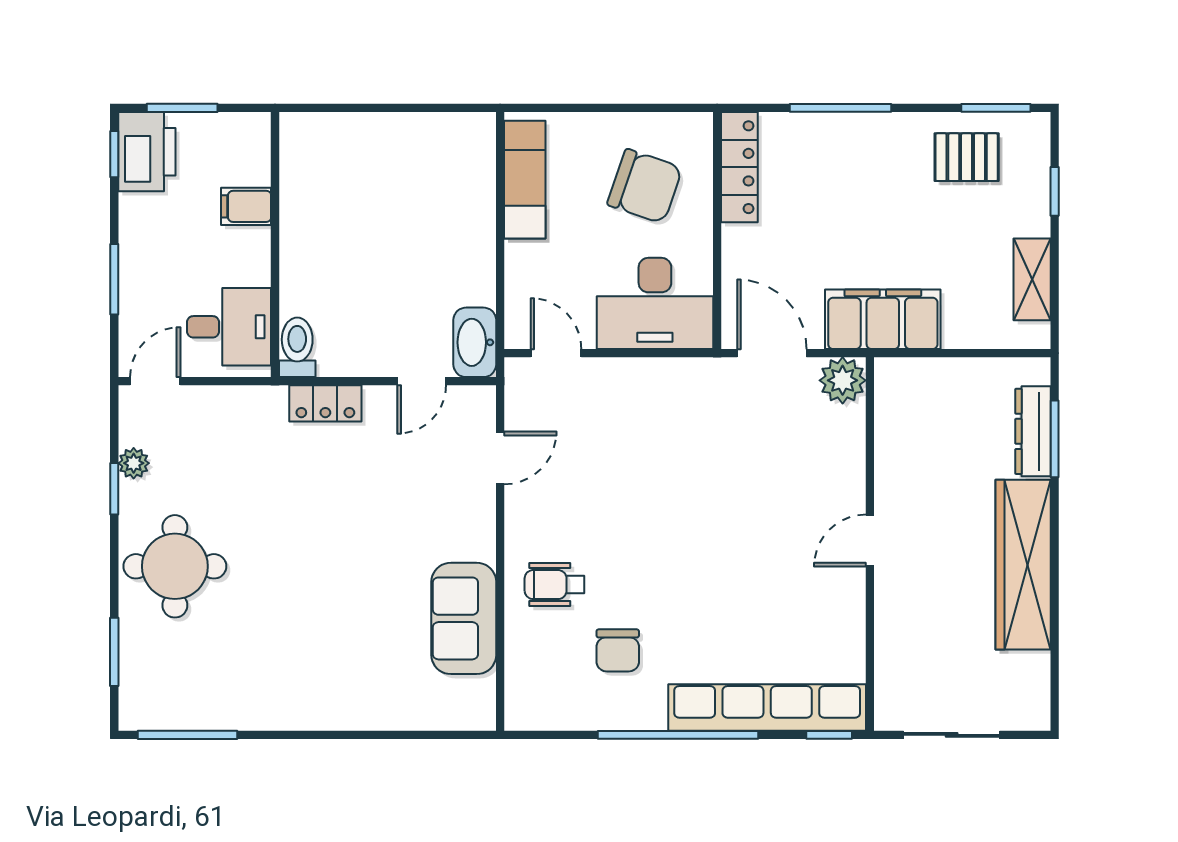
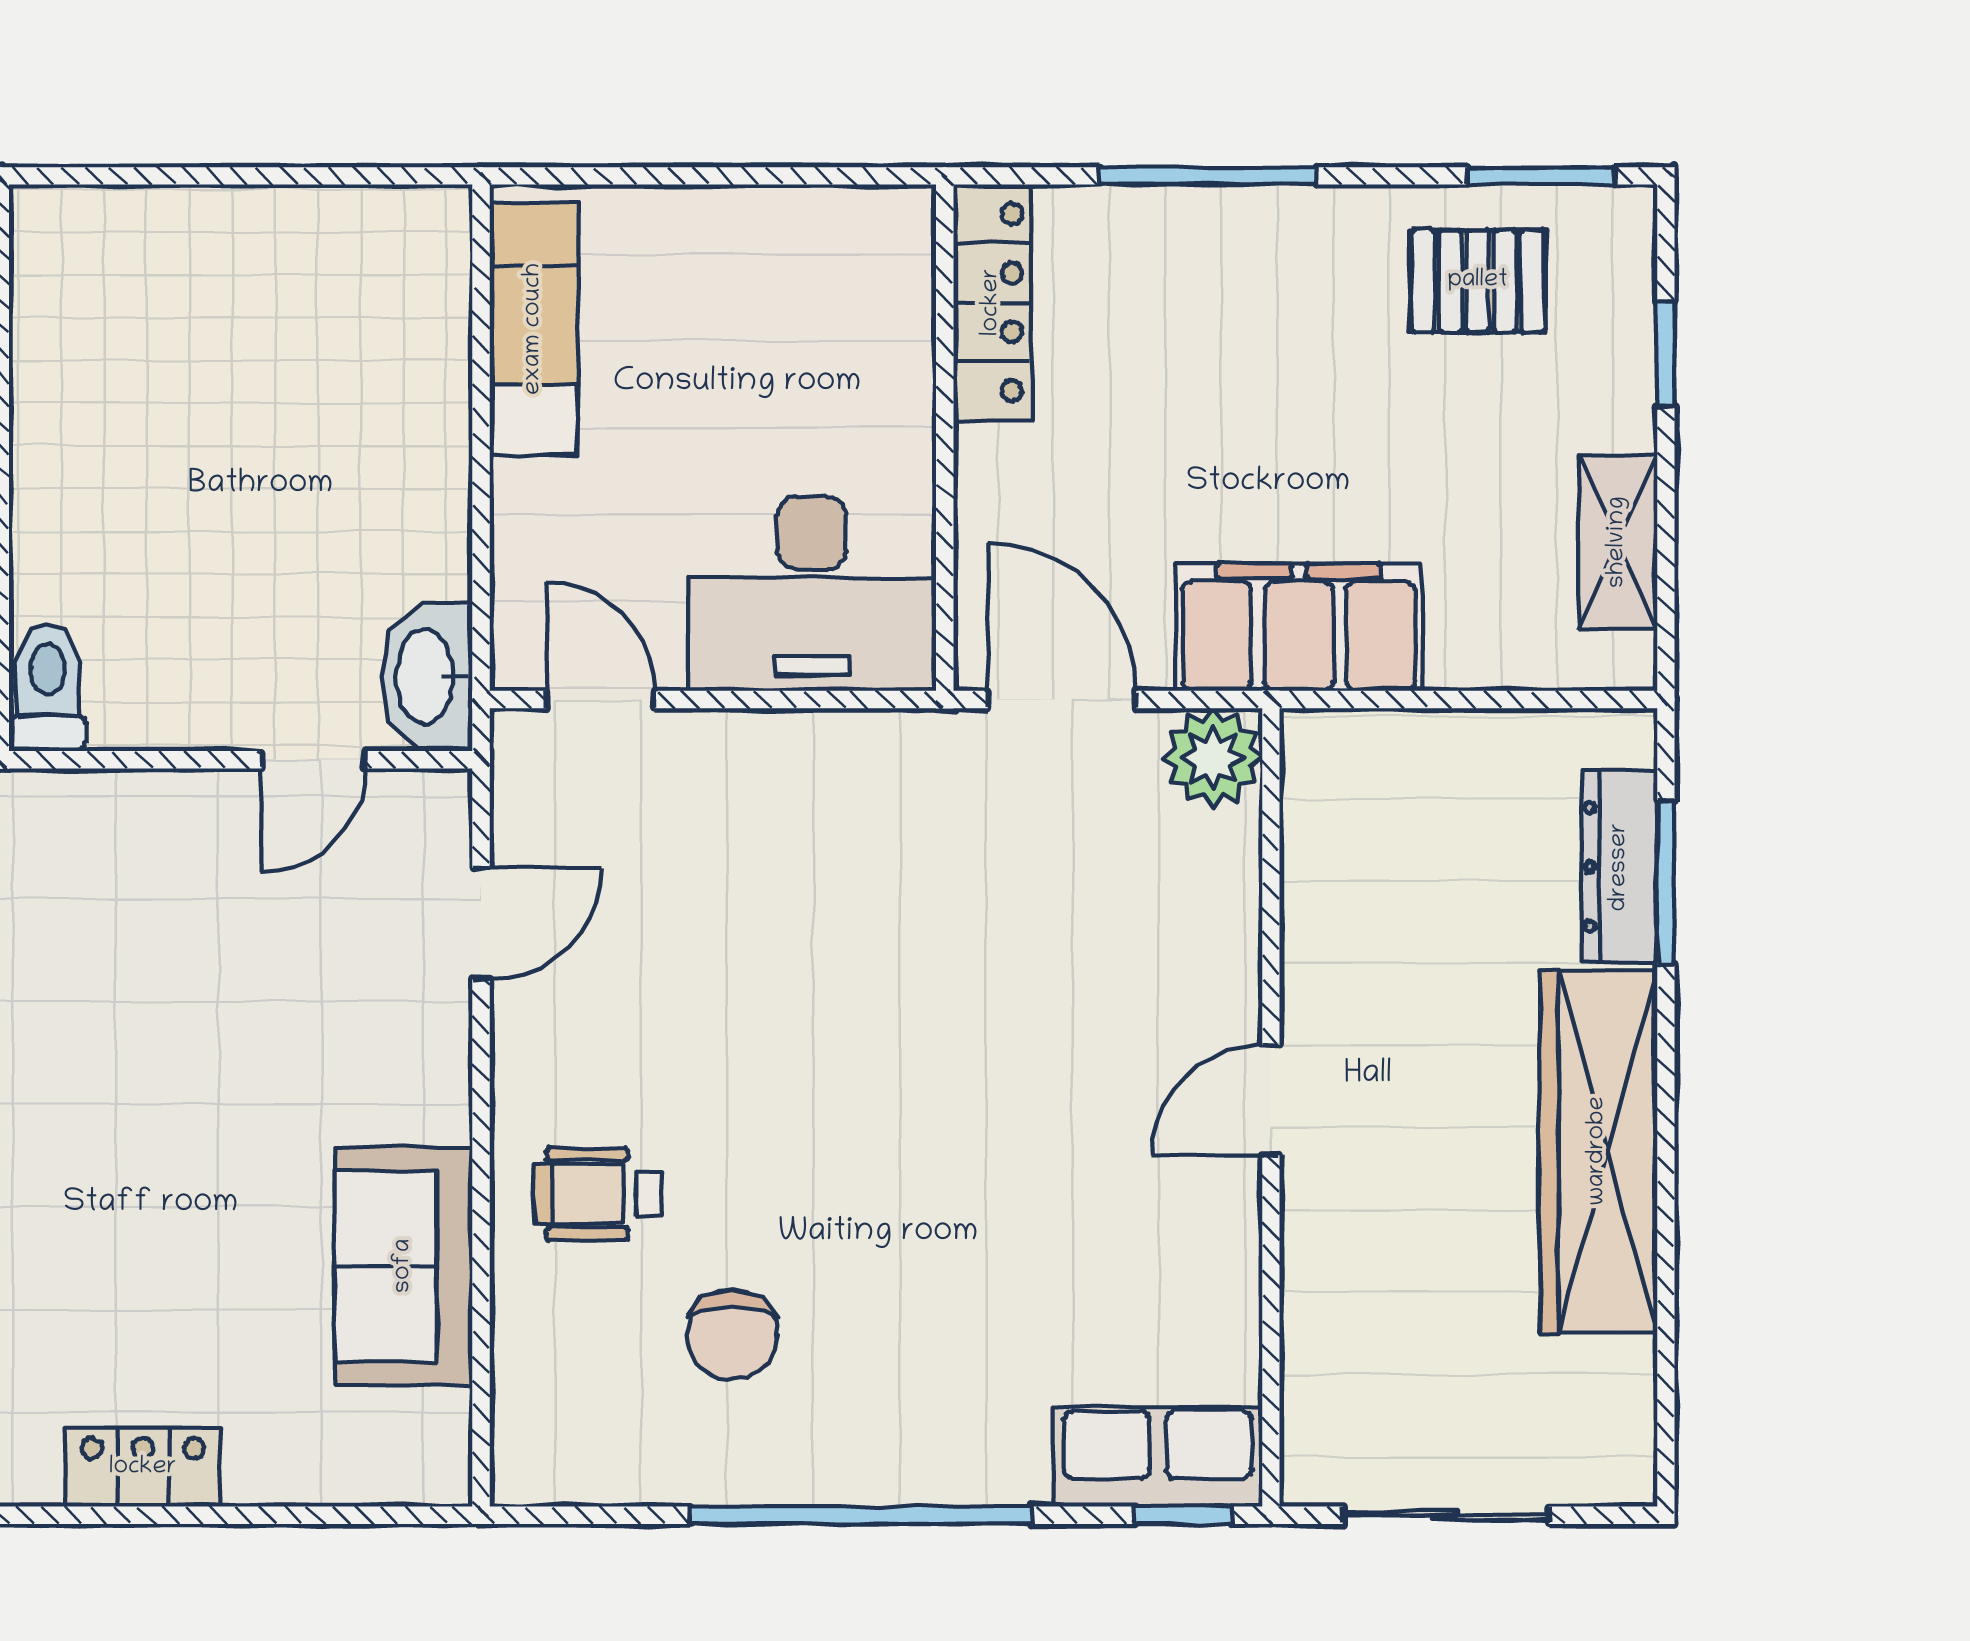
chair: (645, 186) -> (790, 343), removed
locker: (325, 403) -> (143, 1468), moved, turned 180
row of seats: (767, 707) -> (1158, 1457), width x0.50

